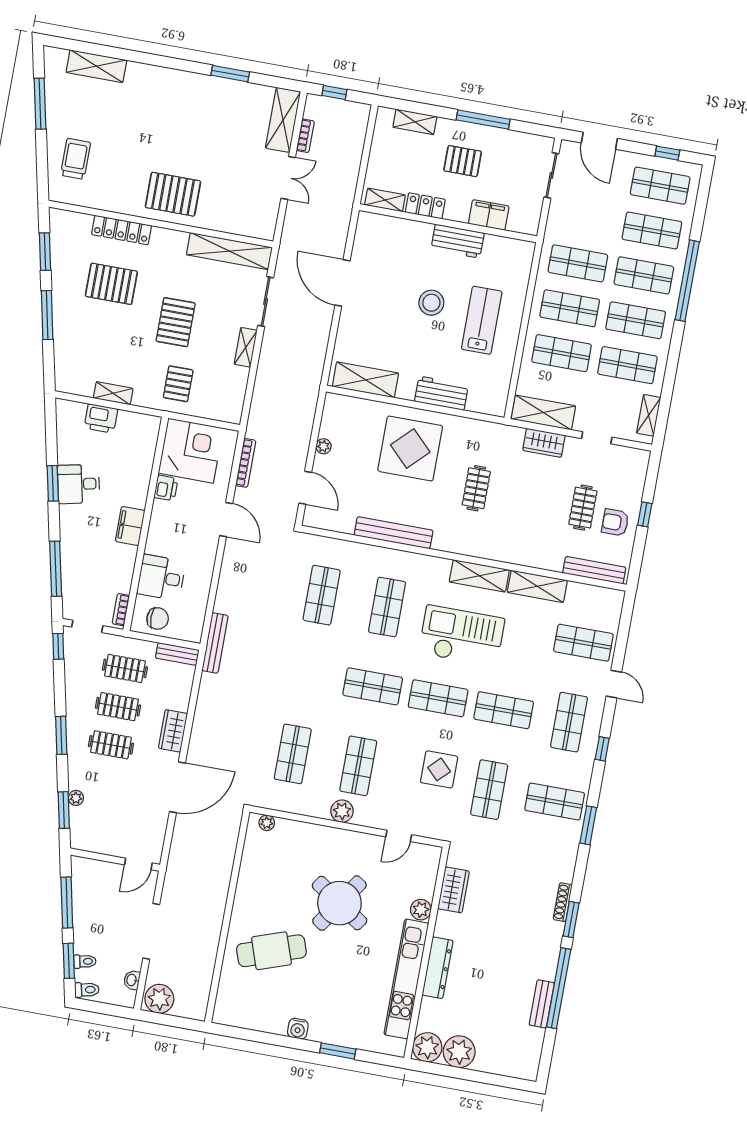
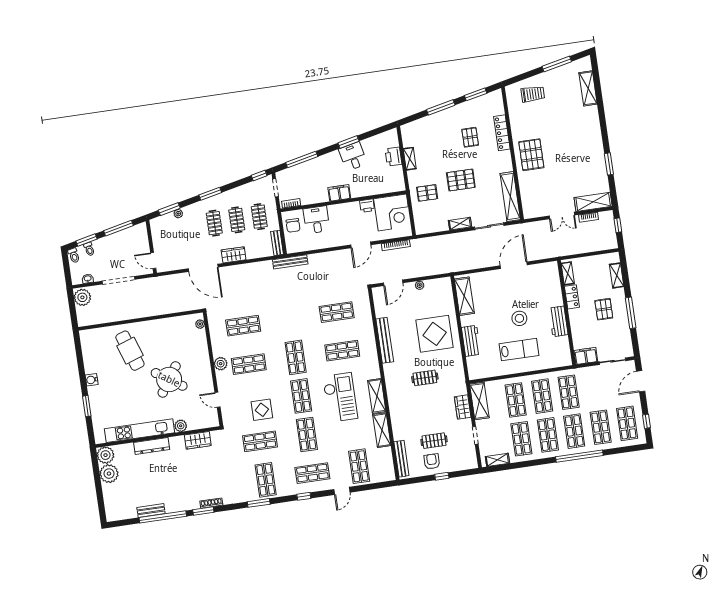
filing cabinet: (489, 215) -> (586, 356), moved, turned -90
pallet: (111, 284) -> (470, 137), width x0.67, depth x0.71

